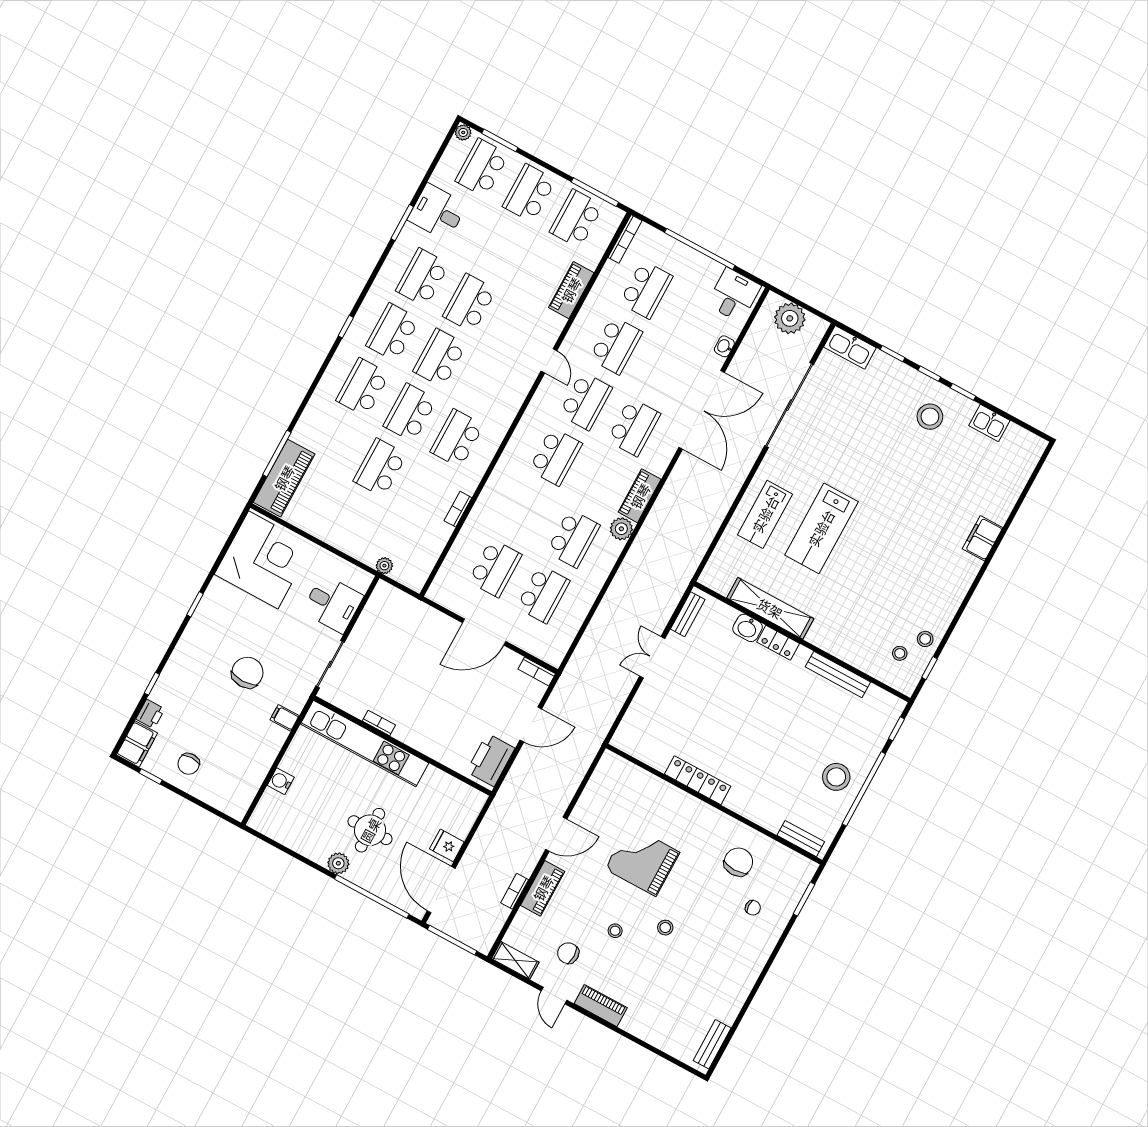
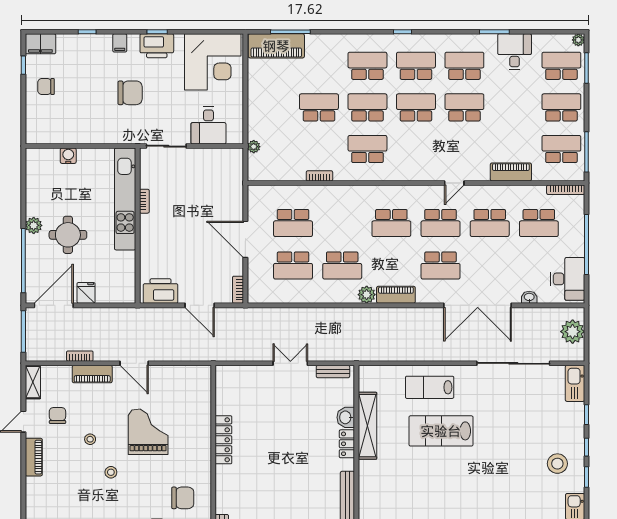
desk: (734, 295) -> (568, 279), width x1.37
printer: (150, 714) -> (157, 46), moved, width x1.87, depth x1.48
filing cabinet: (285, 718) -> (120, 43), moved, turned 180

